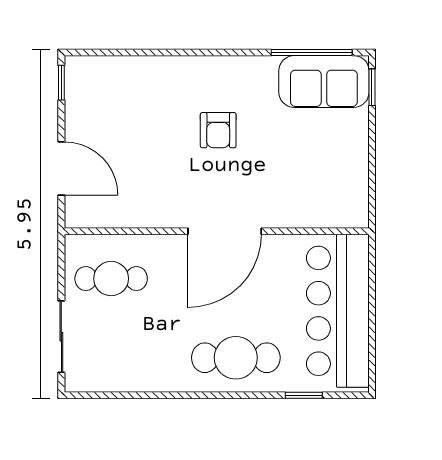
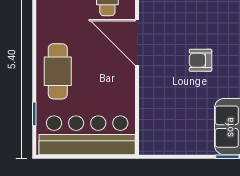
door: (225, 231) -> (137, 42), moved

